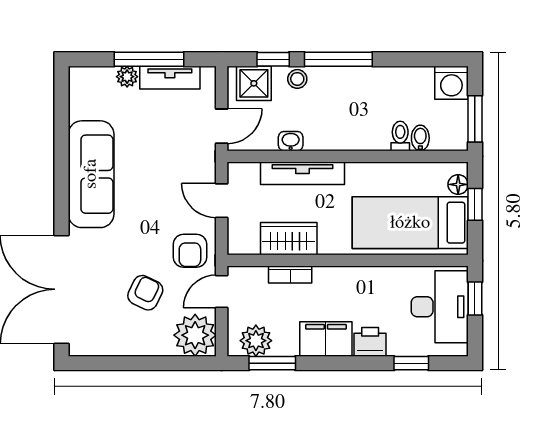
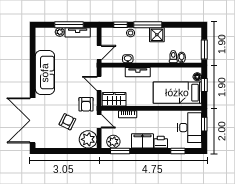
shower: (254, 83) -> (157, 35), moved
washing machine: (451, 83) -> (195, 35), removed
tv unit: (303, 173) -> (138, 72), width x0.71
wardrobe: (289, 239) -> (114, 99), moved
door: (222, 291) -> (99, 121), swing flipped

